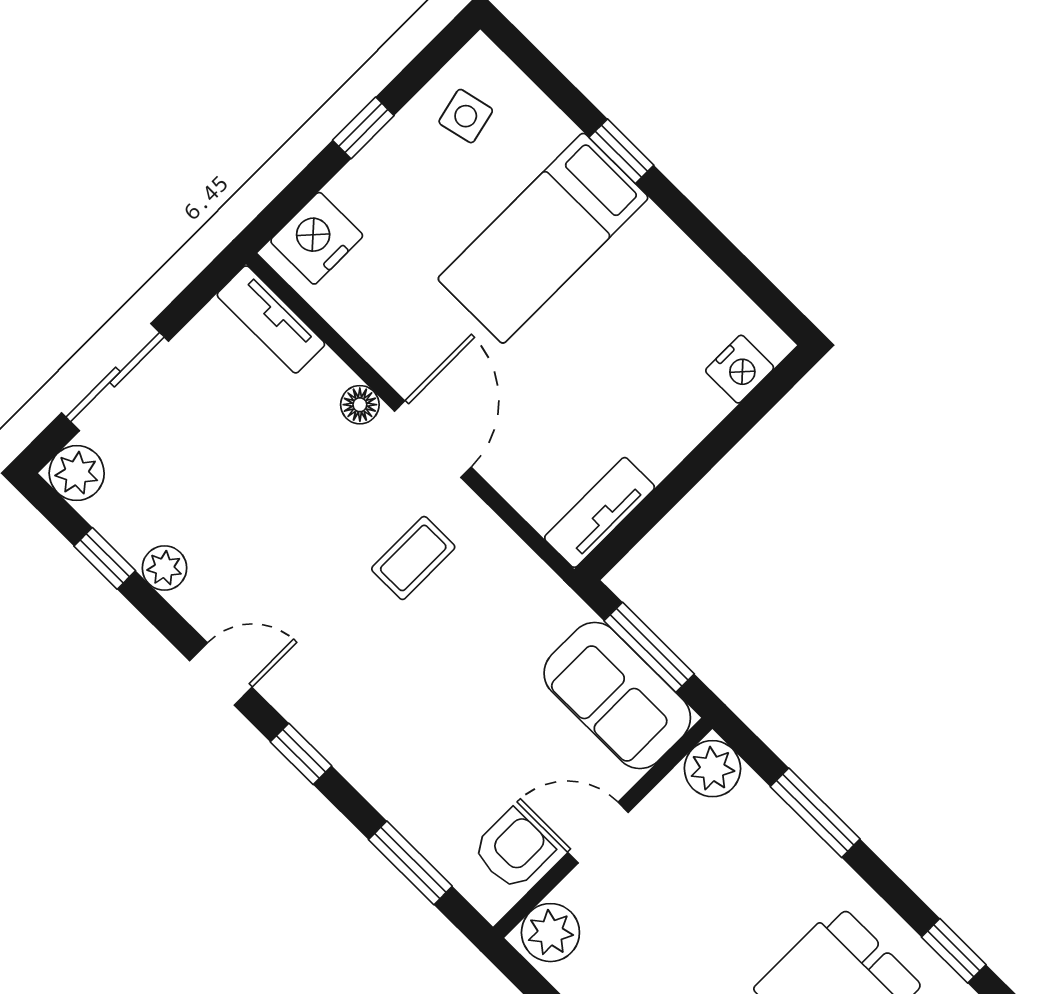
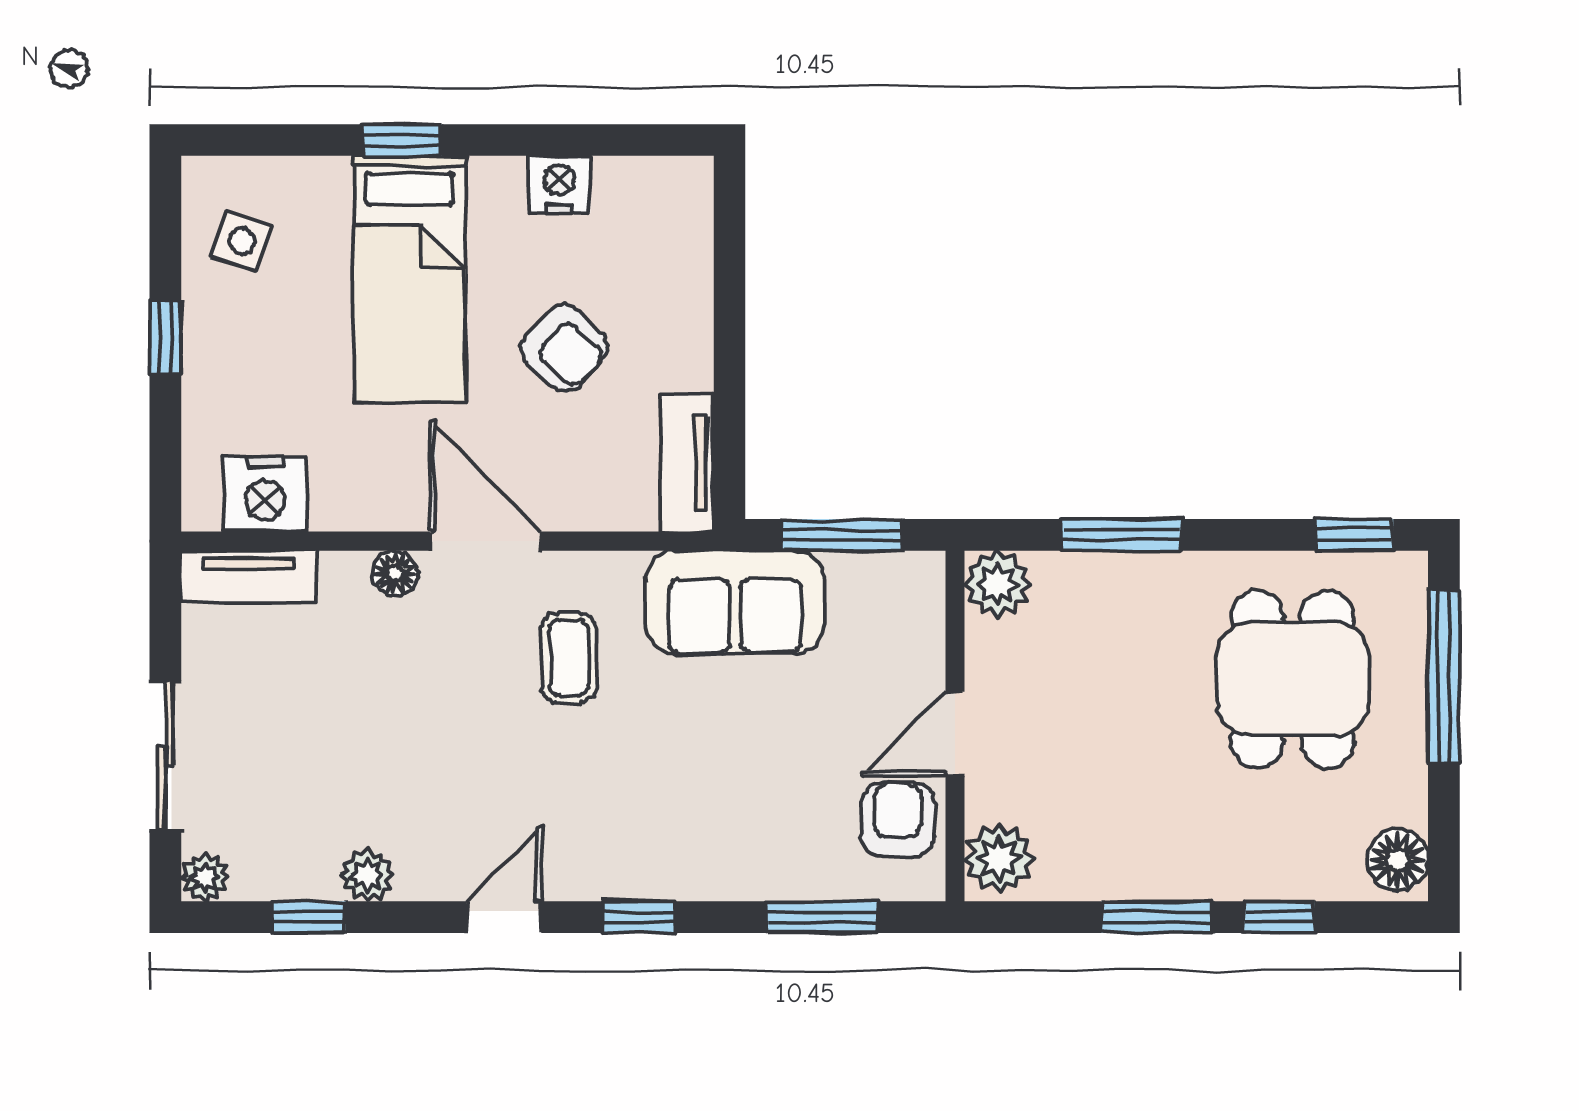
side table: (466, 116) -> (242, 241), turned 32
nightstand: (317, 238) -> (265, 494), moved, turned -90
nightstand: (740, 369) -> (559, 184), moved, turned -90
armchair: (594, 371) -> (564, 348), added
plant: (77, 473) -> (205, 878), width x0.73, depth x0.73
sofa: (617, 696) -> (735, 602), moved

